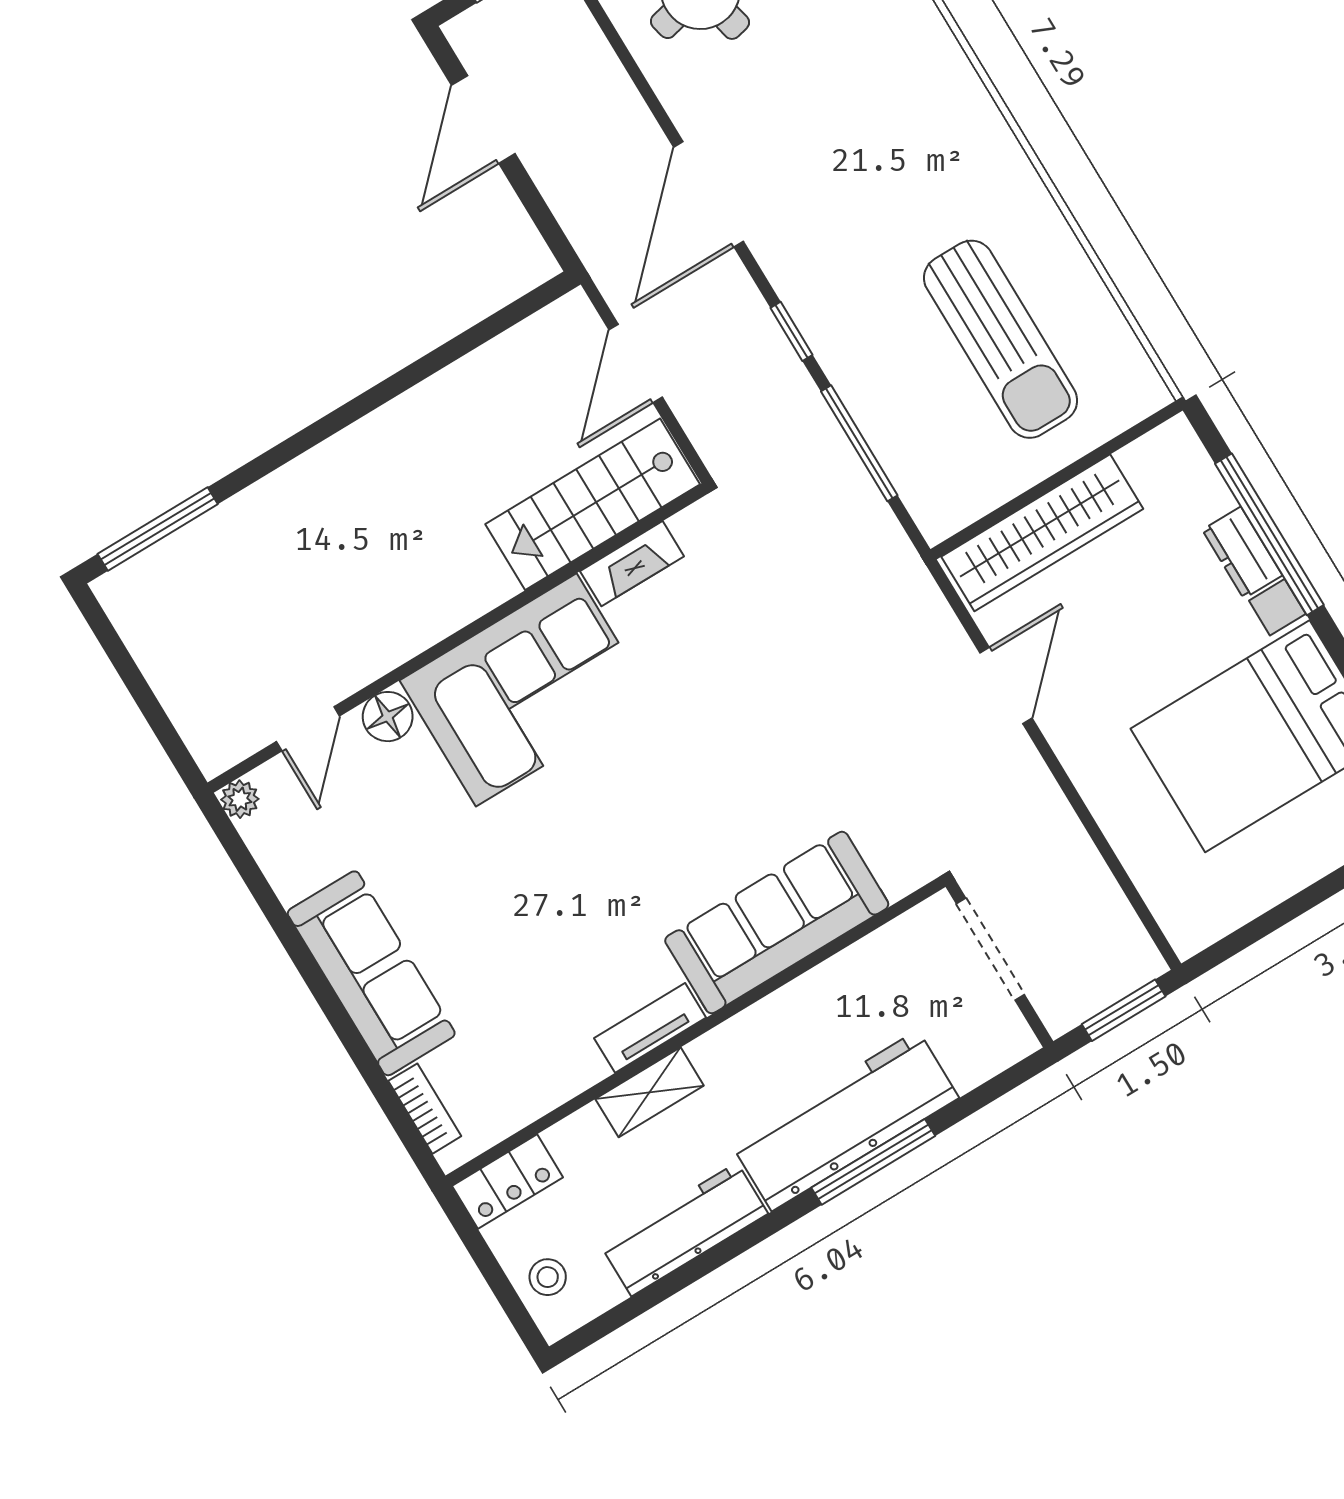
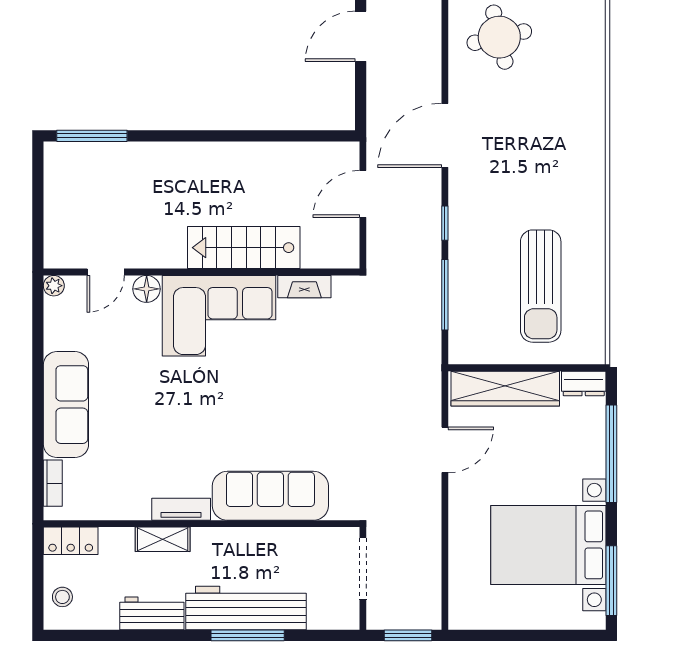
stairs: (593, 504) -> (244, 248), moved
dresser: (1242, 553) -> (584, 383), moved, turned -90
workbench: (684, 1229) -> (152, 613), width x0.73

